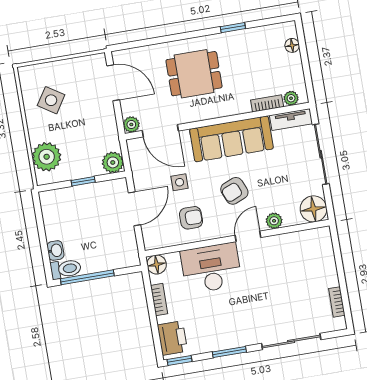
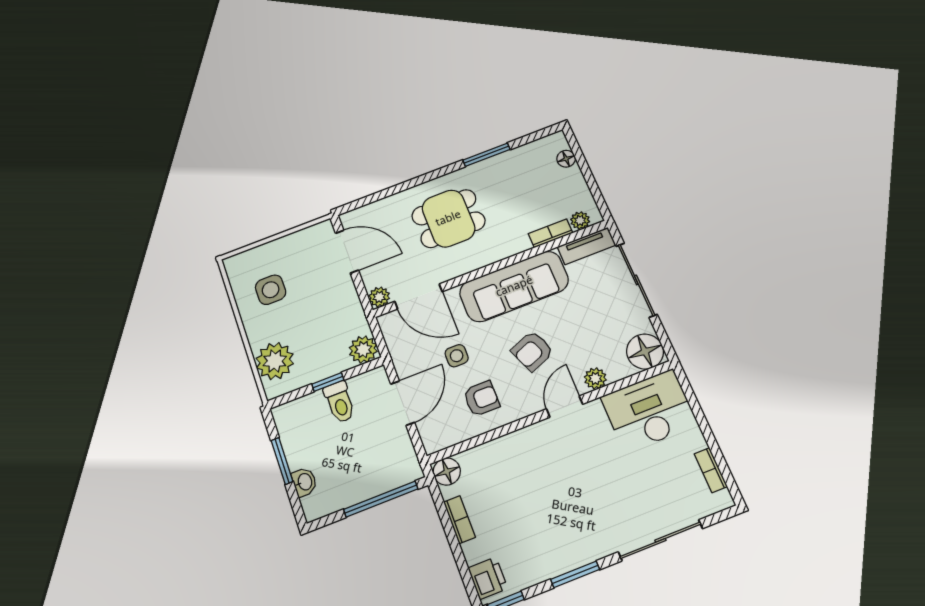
window: (233, 28) -> (486, 155), width x1.50
side table: (51, 100) -> (271, 290), turned -33
window: (42, 232) -> (282, 461), added
desk: (211, 268) -> (649, 411), moved
toilet: (66, 269) -> (340, 402), moved, turned 90
window: (87, 277) -> (381, 499), moved
printer: (172, 338) -> (488, 578), width x0.73, depth x0.81

